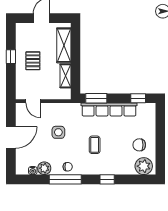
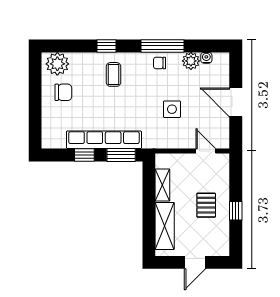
window: (138, 98) -> (84, 155), moved
door: (11, 137) -> (236, 102), hinge flipped
coffee table: (95, 145) -> (114, 74), moved

